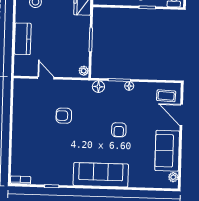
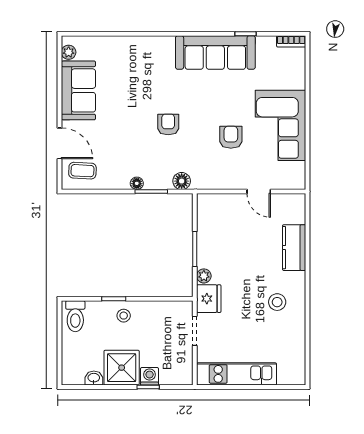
plant: (84, 71) -> (204, 276), moved
armchair: (64, 116) -> (231, 137), turned -90
corner sofa: (30, 123) -> (281, 125), added
armchair: (119, 130) -> (168, 124), moved
sofa: (101, 175) -> (215, 53), moved

